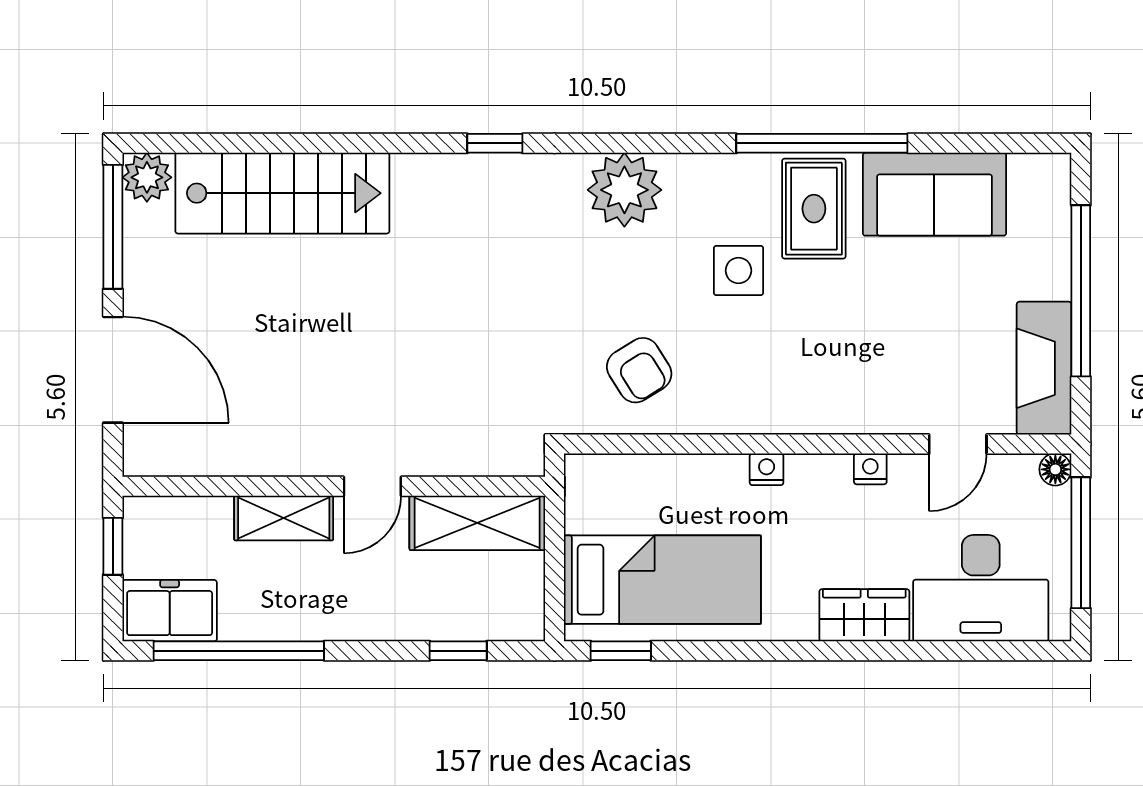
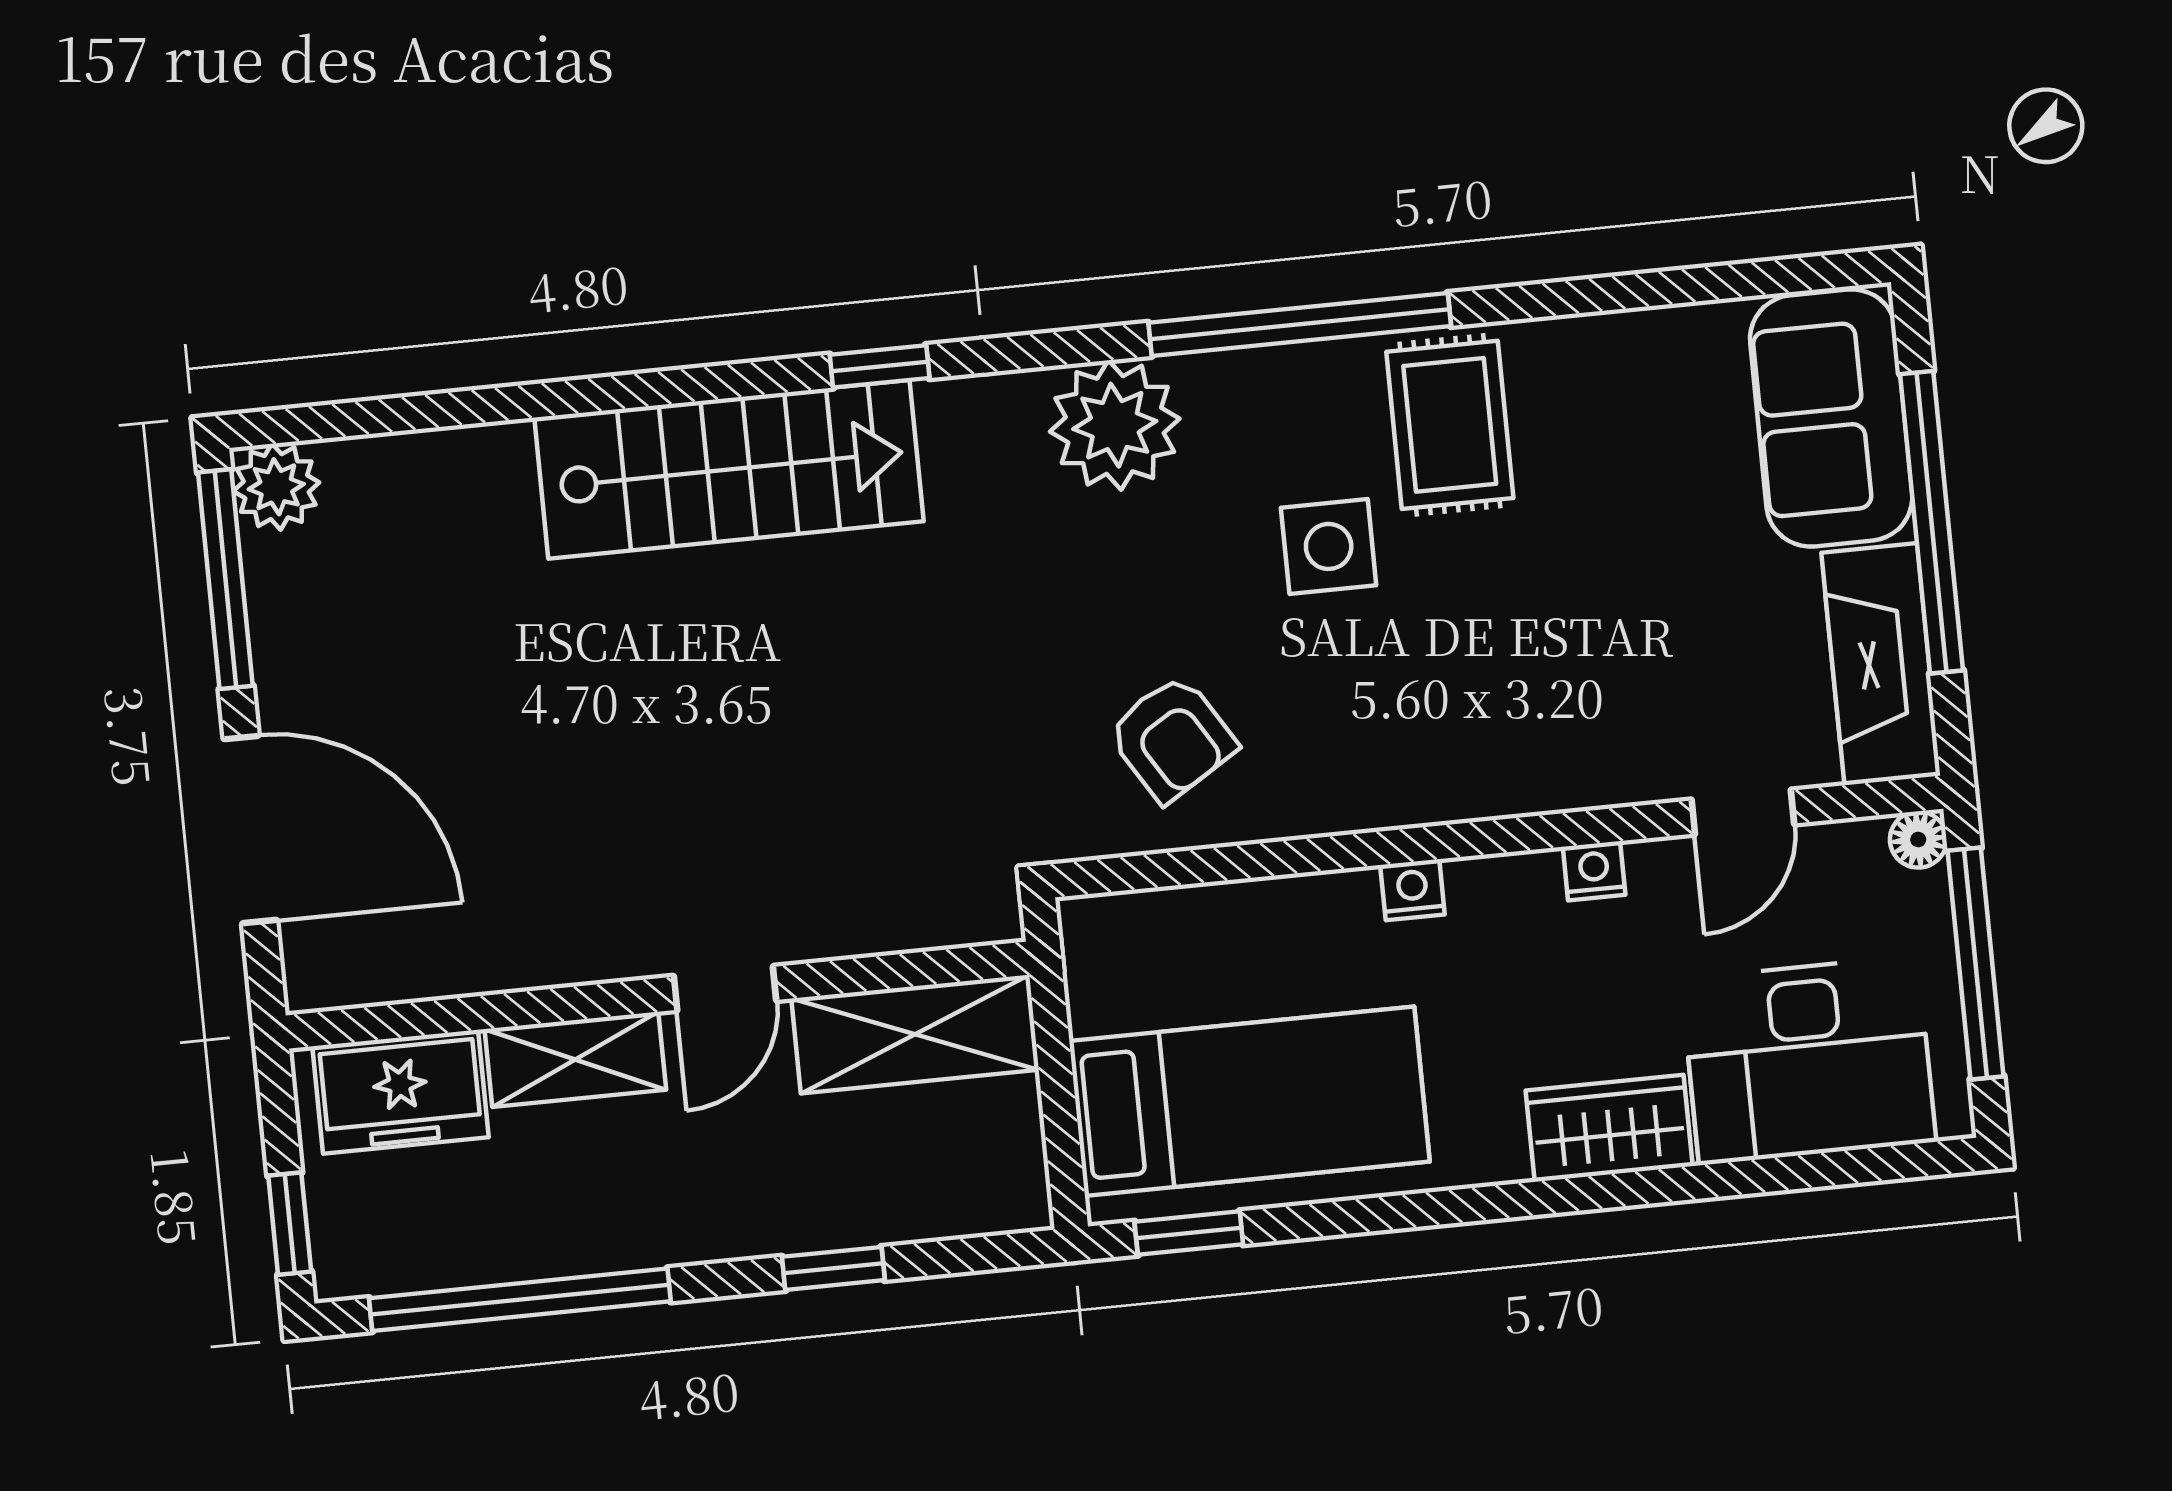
window: (822, 143) -> (1300, 324), moved
stairs: (282, 193) -> (729, 469), moved
sofa: (934, 194) -> (1831, 418), moved, turned 90
window: (113, 546) -> (290, 1224), moved
freezer: (170, 611) -> (401, 1092), moved, turned 180
window: (458, 651) -> (833, 1268), moved

